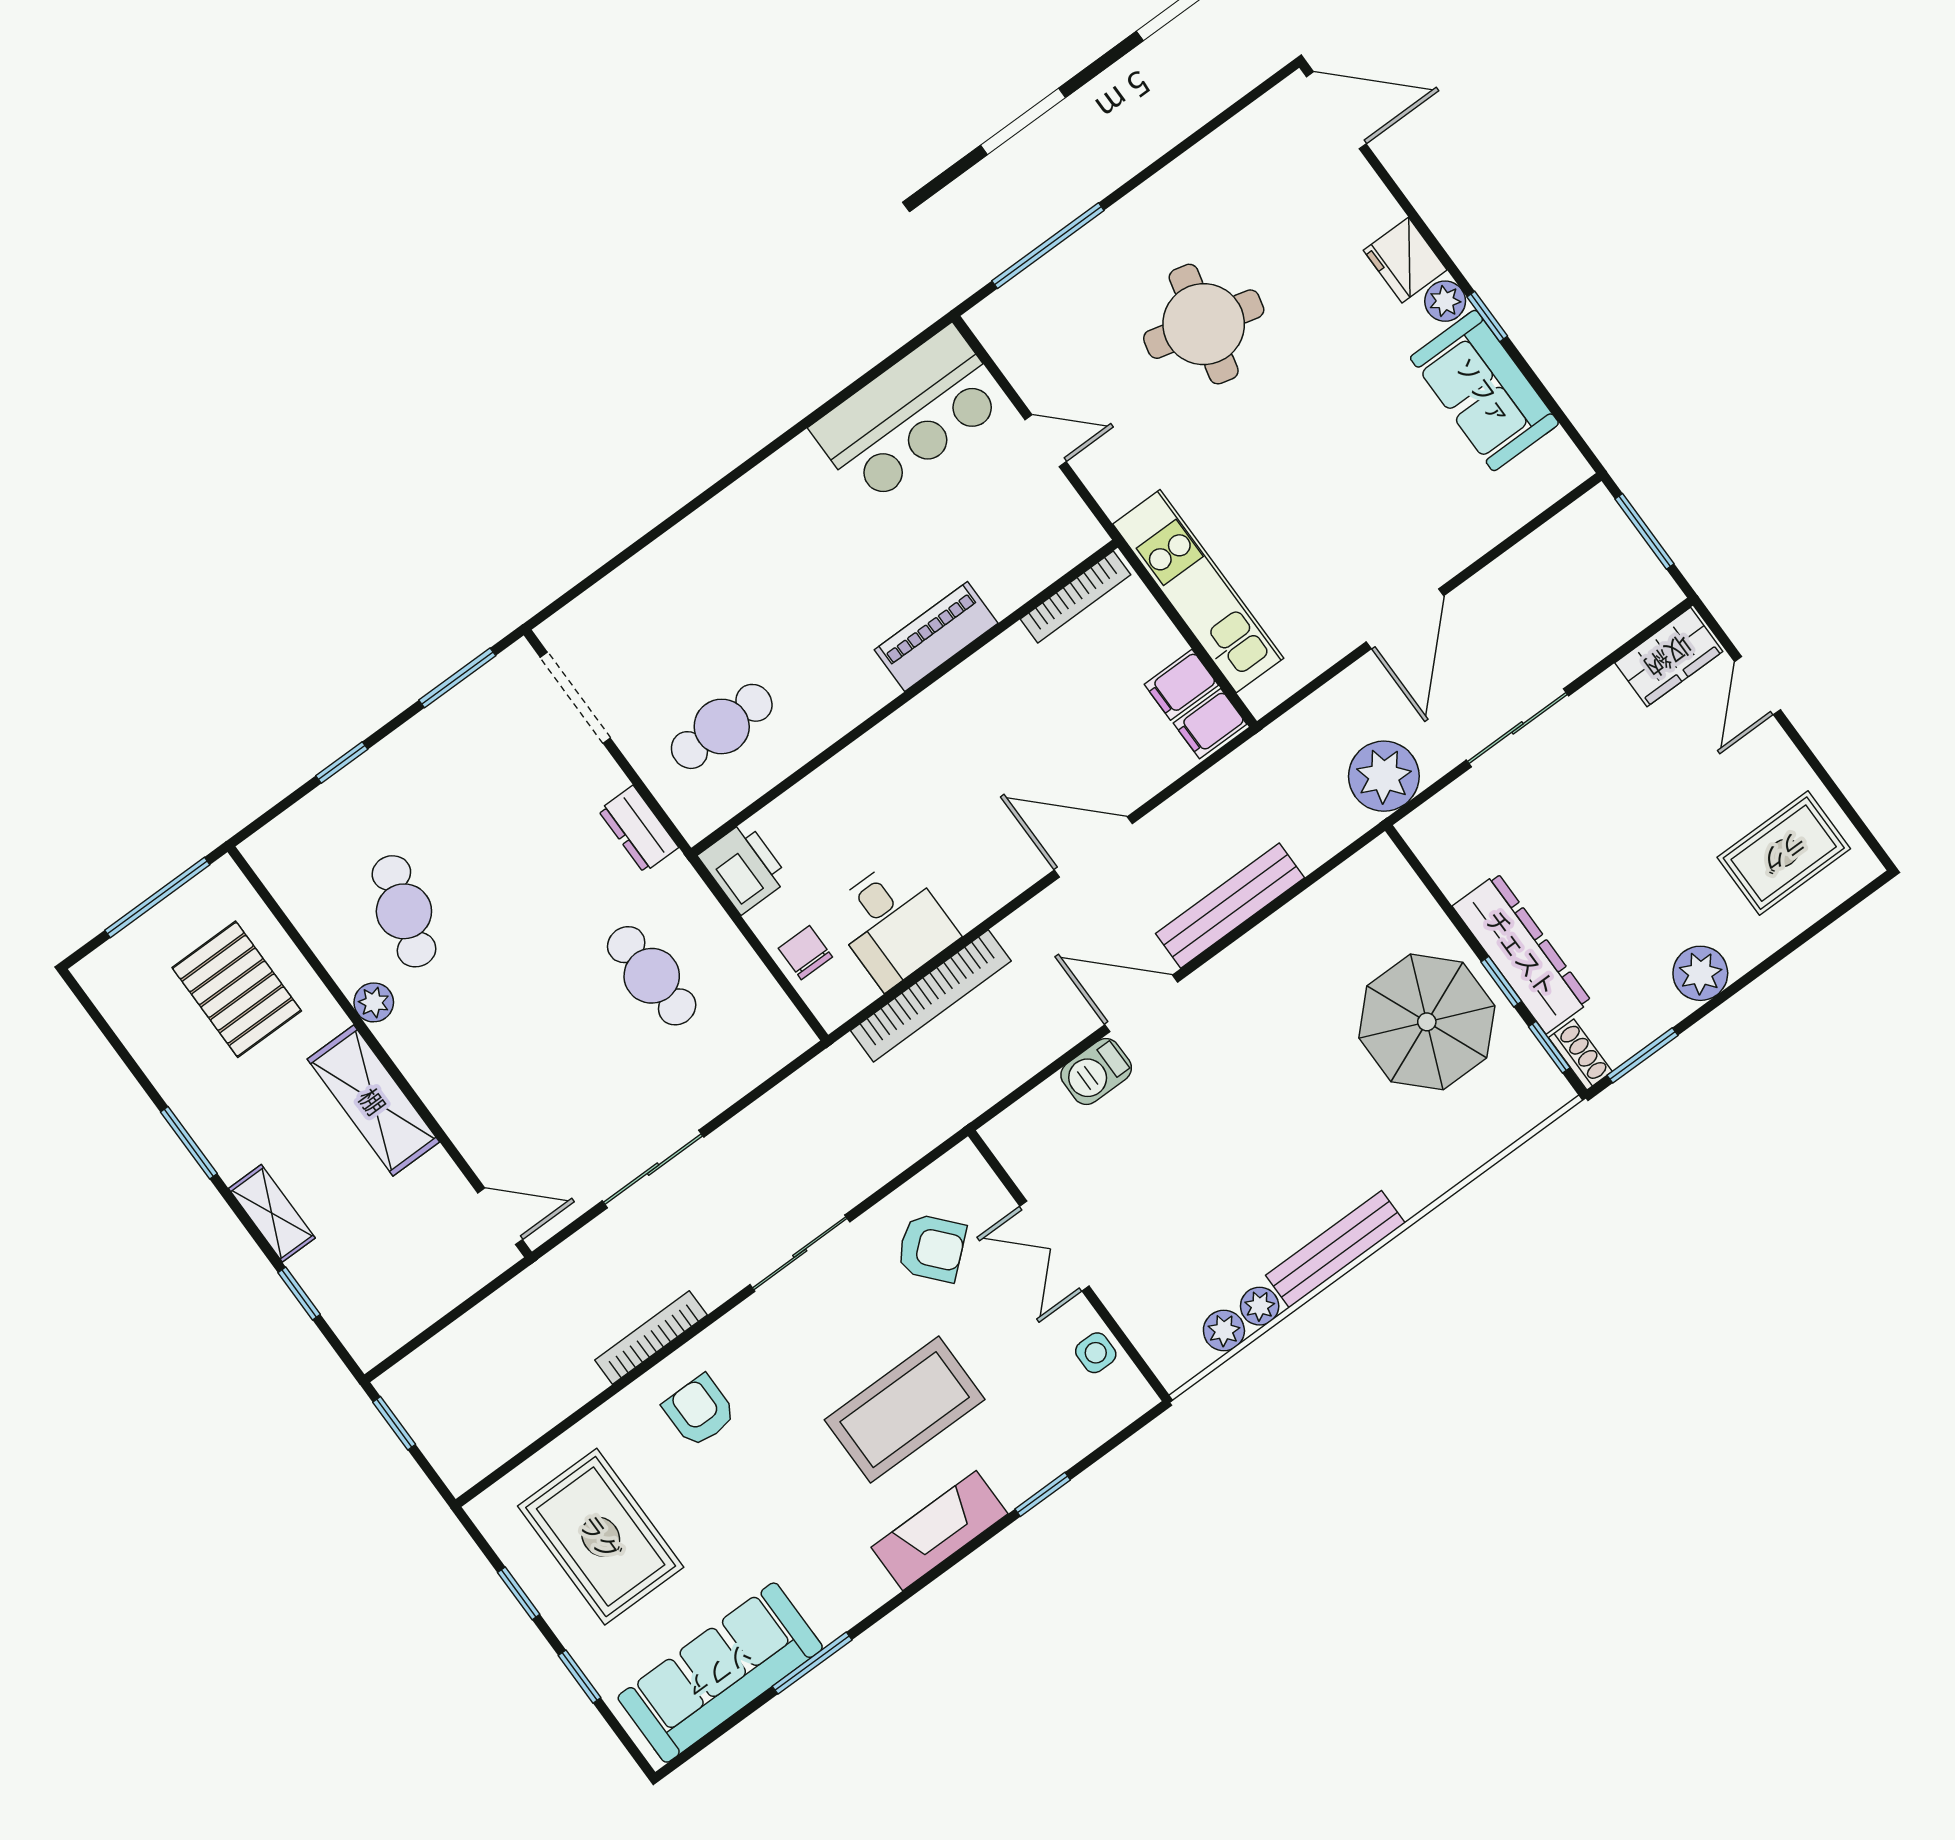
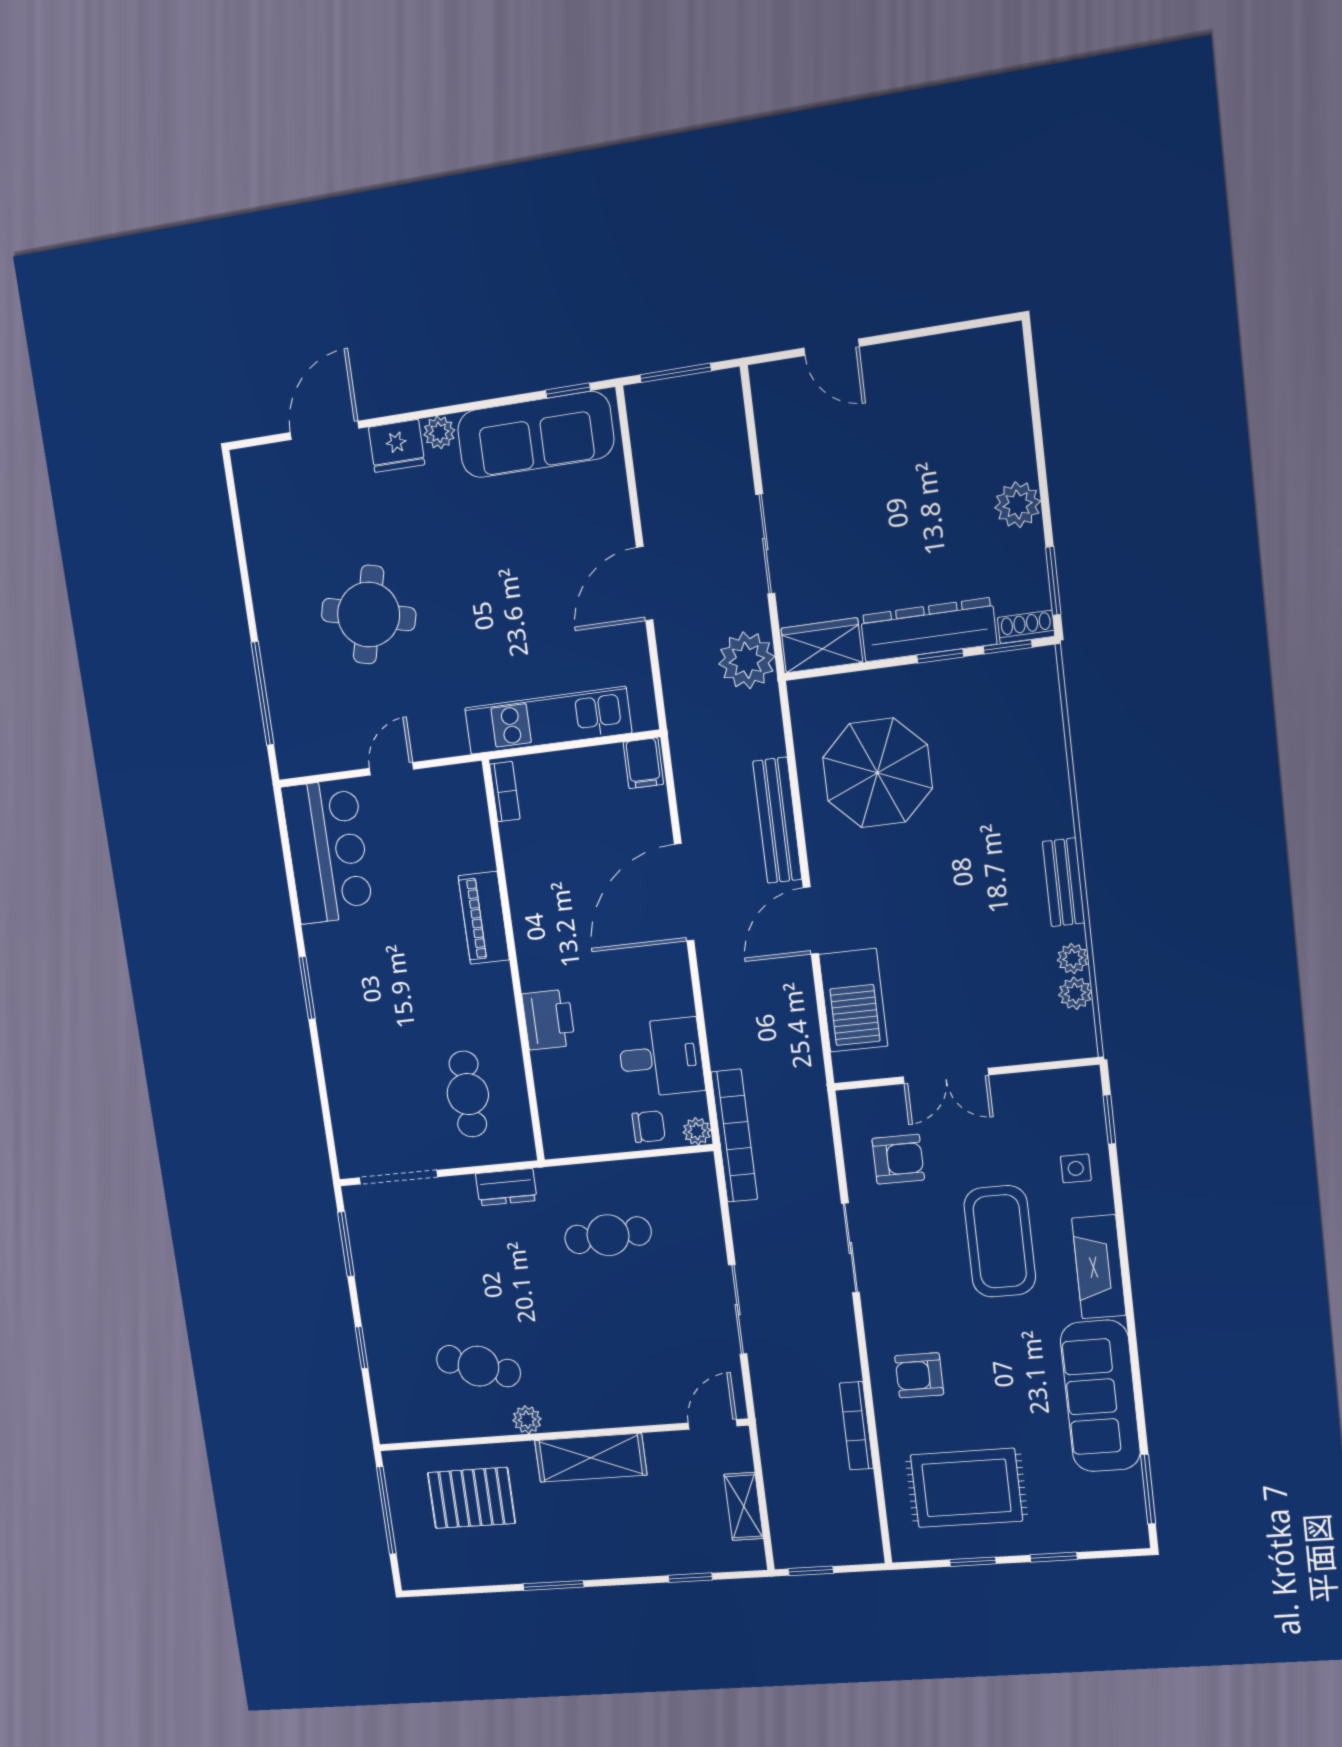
door: (1336, 110) -> (324, 430), moved
window: (1487, 316) -> (568, 390), moved
sofa: (1484, 390) -> (536, 435), width x1.36
window: (737, 473) -> (307, 988), added
bookcase: (1075, 597) -> (505, 792), width x0.64
door: (1405, 619) -> (645, 584), swing flipped
wardrobe: (1669, 657) -> (822, 645), moved, turned -90
filing cabinet: (1181, 685) -> (606, 768), removed
door: (1093, 847) -> (684, 892), width x1.36
rug: (1784, 853) -> (965, 393), removed
printer: (744, 868) -> (549, 1020), moved, turned 90
chair: (805, 953) -> (649, 1127), turned 180
bookcase: (931, 996) -> (734, 1136), moved
plant: (832, 1010) -> (697, 1131), added
parasol: (1427, 1022) -> (878, 773), moved
barbecue: (1096, 1071) -> (853, 1000), width x1.88, depth x1.53
shelving: (272, 1213) -> (744, 1506), moved, turned 90
armchair: (932, 1248) -> (898, 1159), turned 41
bench: (1335, 1249) -> (1064, 882), width x0.73
bookcase: (651, 1338) -> (856, 1426), moved
side table: (1096, 1353) -> (1076, 1168), moved
window: (1043, 1494) -> (1109, 1119), moved
window: (812, 1663) -> (1148, 1489), moved
sofa: (720, 1673) -> (1100, 1396), moved

